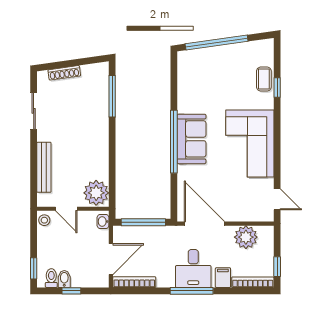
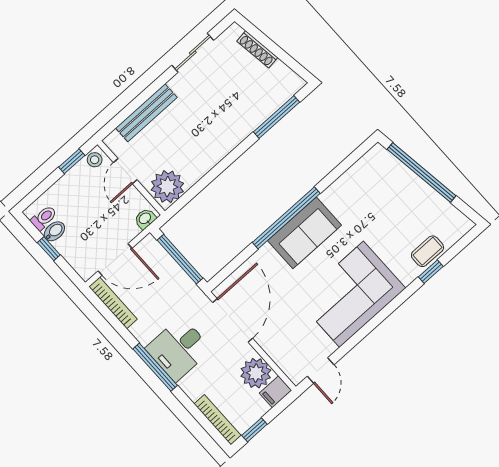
window: (34, 268) -> (72, 161), moved
filing cabinet: (223, 278) -> (275, 392), moved, turned 180

